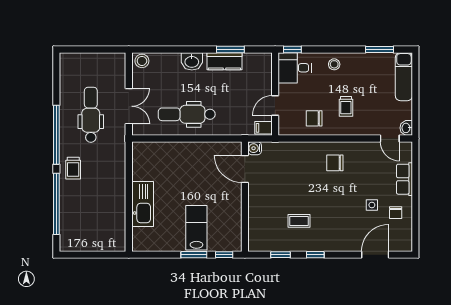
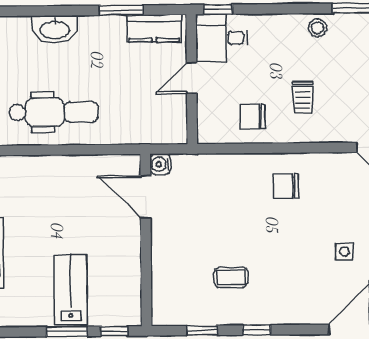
washbasin: (192, 61) -> (55, 29), width x1.38
kitchen counter: (224, 61) -> (154, 28), moved
stool: (334, 64) -> (318, 28), moved
door: (275, 105) -> (192, 78), moved
dental chair: (187, 114) -> (54, 112), turned 180
filing cabinet: (264, 128) -> (174, 132), removed

